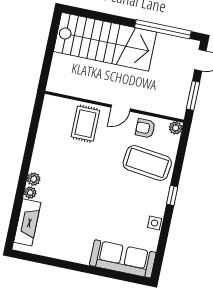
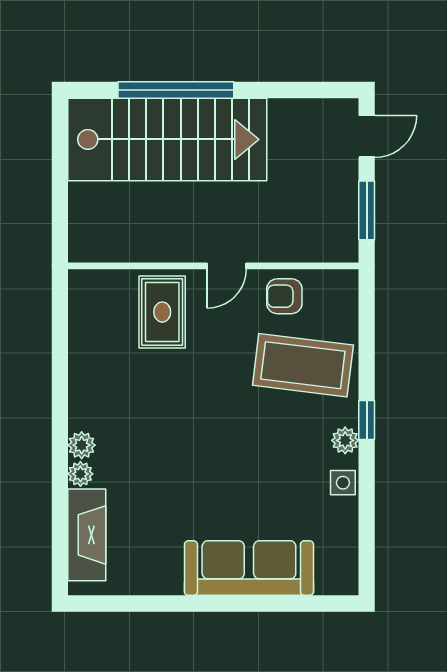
window: (163, 29) -> (176, 90), moved
plant: (176, 128) -> (345, 440), moved
sofa: (123, 259) -> (249, 568), moved

